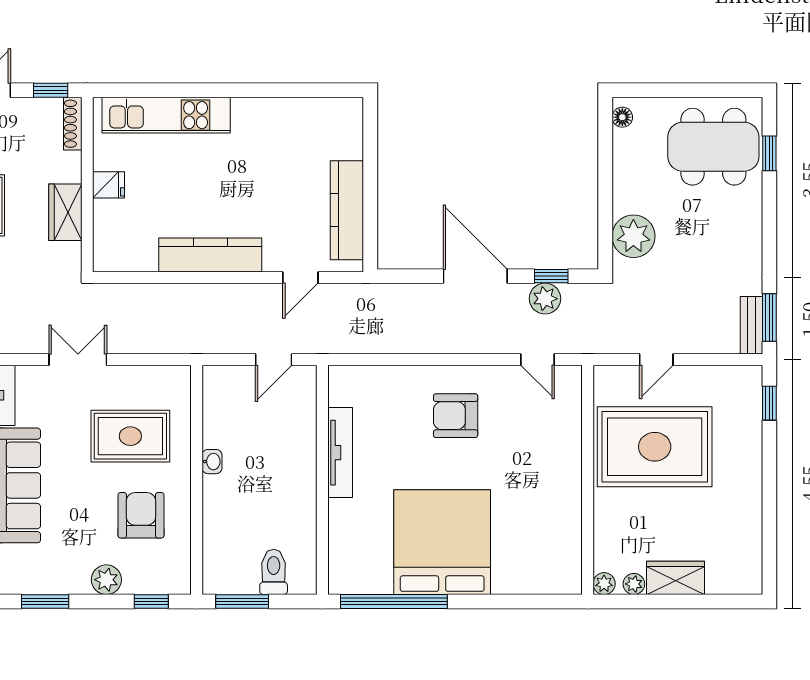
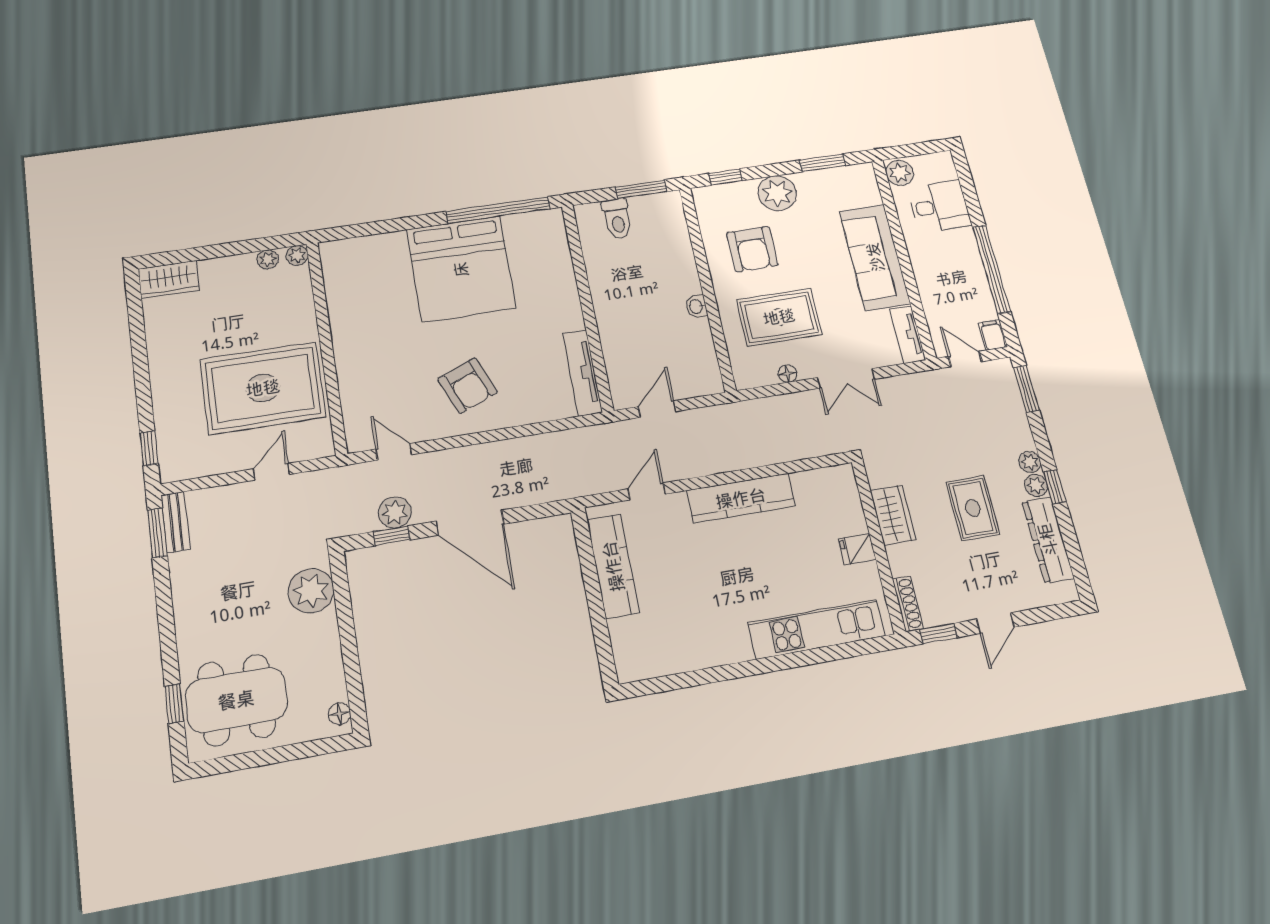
floor lamp: (136, 374) -> (787, 374), added
armchair: (456, 416) -> (468, 386), turned 68
tv unit: (340, 453) -> (582, 373), moved
wardrobe: (676, 578) -> (169, 279), moved
plant: (106, 580) -> (777, 193), width x1.36, depth x1.36

